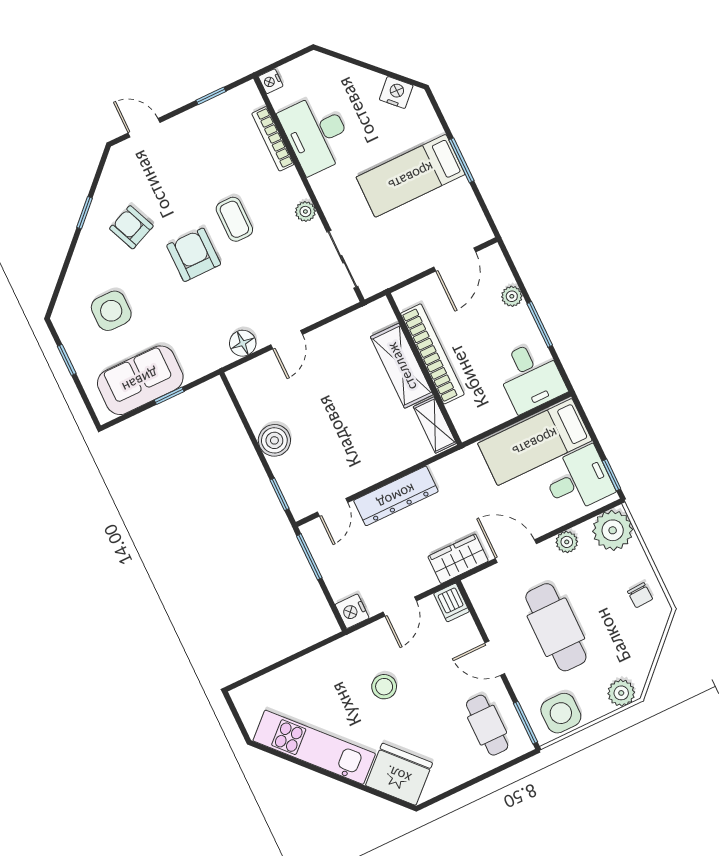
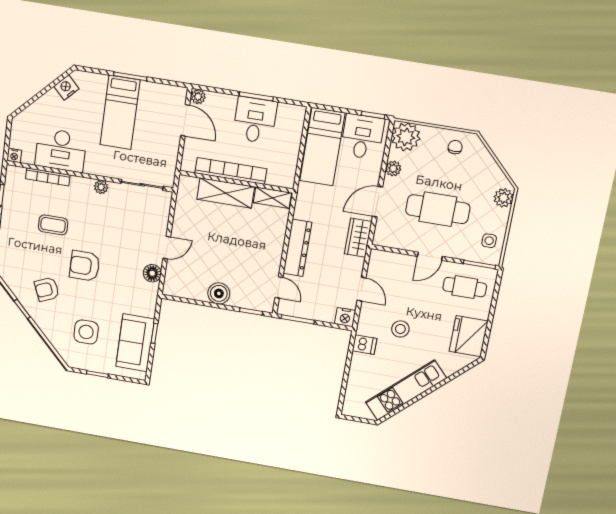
coffee table: (234, 219) -> (53, 225), moved
plant: (512, 296) -> (198, 97), moved
door: (287, 340) -> (167, 248), hinge flipped
desk: (530, 376) -> (255, 120), moved, turned -90
chair: (640, 595) -> (455, 147), turned -87
dishwasher: (452, 602) -> (365, 345), moved
side table: (561, 713) -> (489, 241), width x0.54, depth x0.54
fridge: (399, 774) -> (469, 336), moved, turned -47

